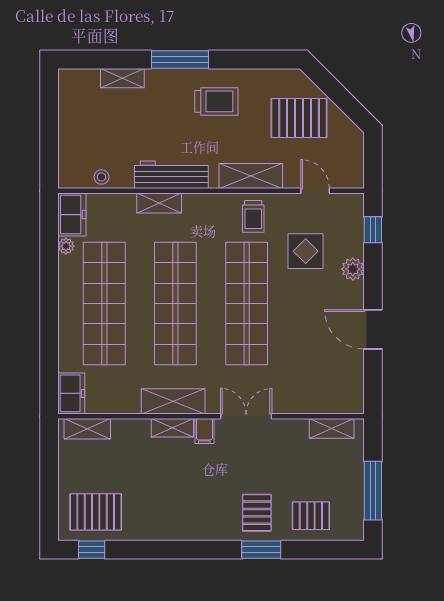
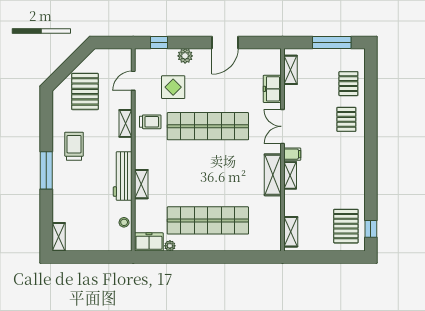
shelving: (122, 78) -> (59, 237), moved
shelving: (251, 176) -> (125, 123), width x0.67, depth x0.75
shop shelf: (175, 304) -> (208, 173), removed
freezer: (71, 393) -> (272, 89), moved, turned -90
pallet: (257, 513) -> (346, 119), turned 90
window: (261, 550) -> (371, 116), removed

